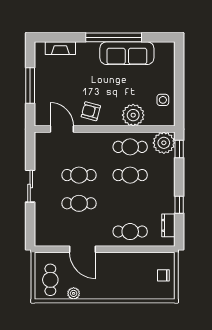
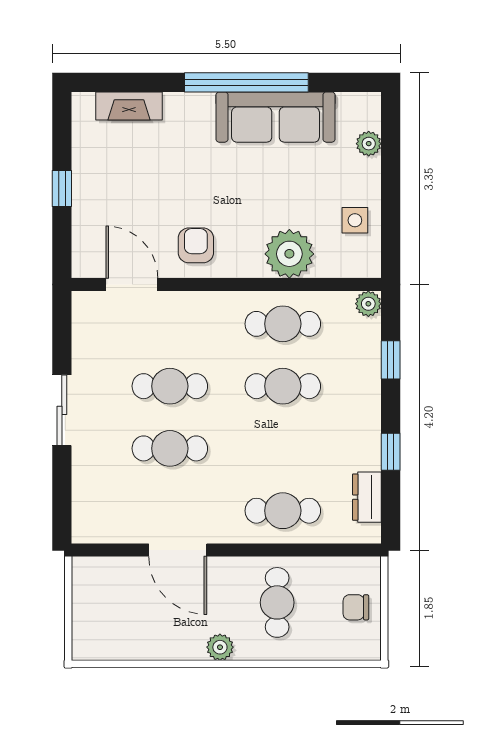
plant: (169, 65) -> (369, 144), added
window: (30, 86) -> (62, 188), width x0.46
armchair: (91, 111) -> (196, 245), turned 75
plant: (164, 143) -> (368, 304), width x0.53, depth x0.53
window: (179, 149) -> (391, 360), moved
cafe table: (50, 280) -> (277, 602), moved
plant: (74, 293) -> (220, 647), moved

